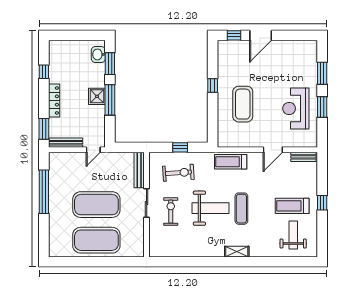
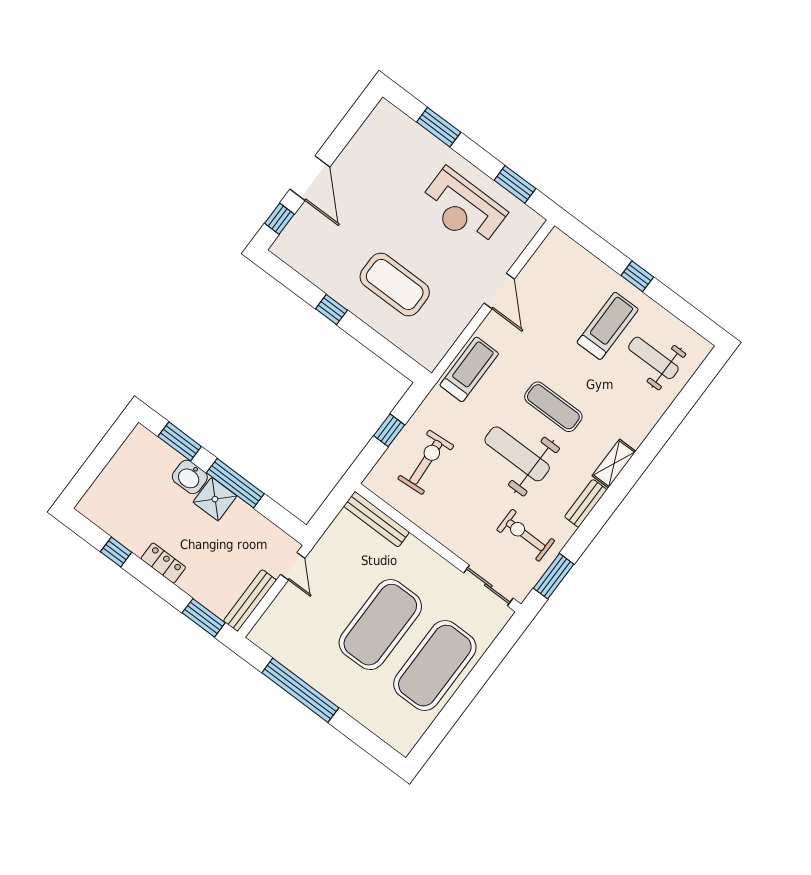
washbasin: (98, 54) -> (190, 477), moved
locker: (54, 100) -> (163, 563), width x0.66
window: (322, 107) -> (515, 184), moved
bench: (303, 157) -> (586, 503), moved
treadmill: (231, 162) -> (469, 369), turned 180
sliding door: (147, 203) -> (488, 586), moved
treadmill: (292, 206) -> (608, 326), turned 180
weight bench: (210, 208) -> (517, 454), turned -90
exercise bike: (171, 211) -> (526, 535), moved
window: (171, 262) -> (554, 576), added

